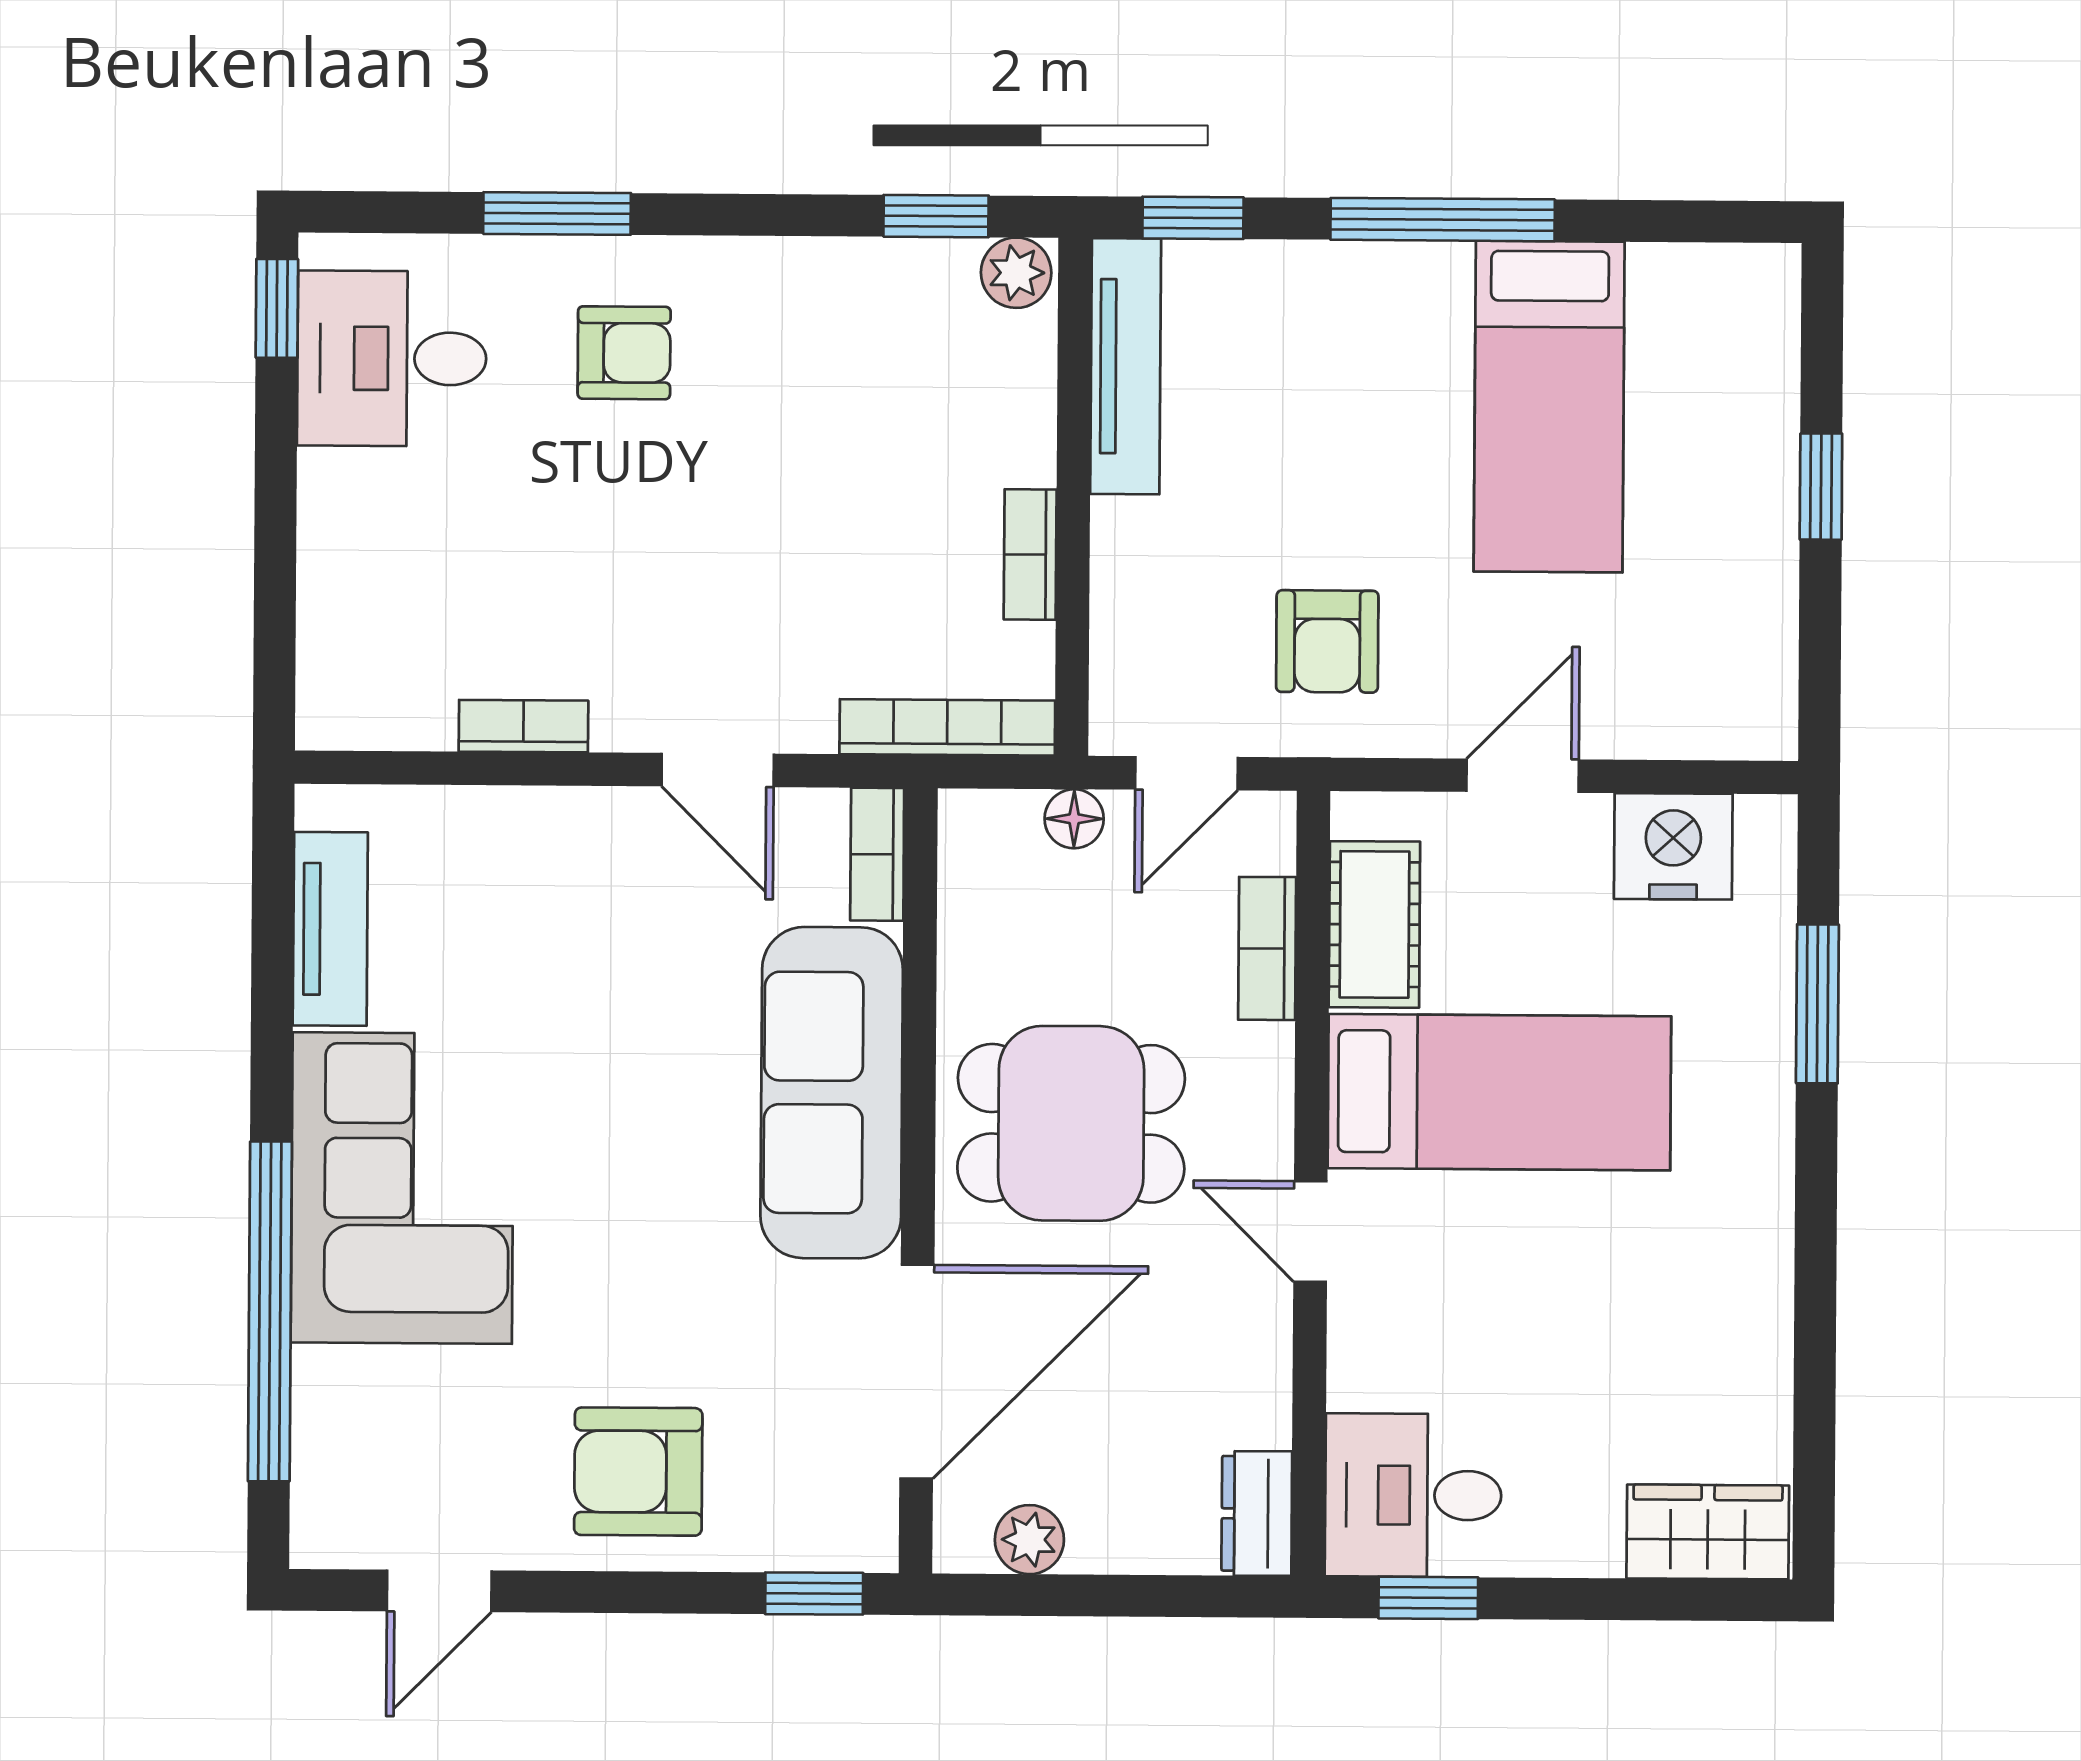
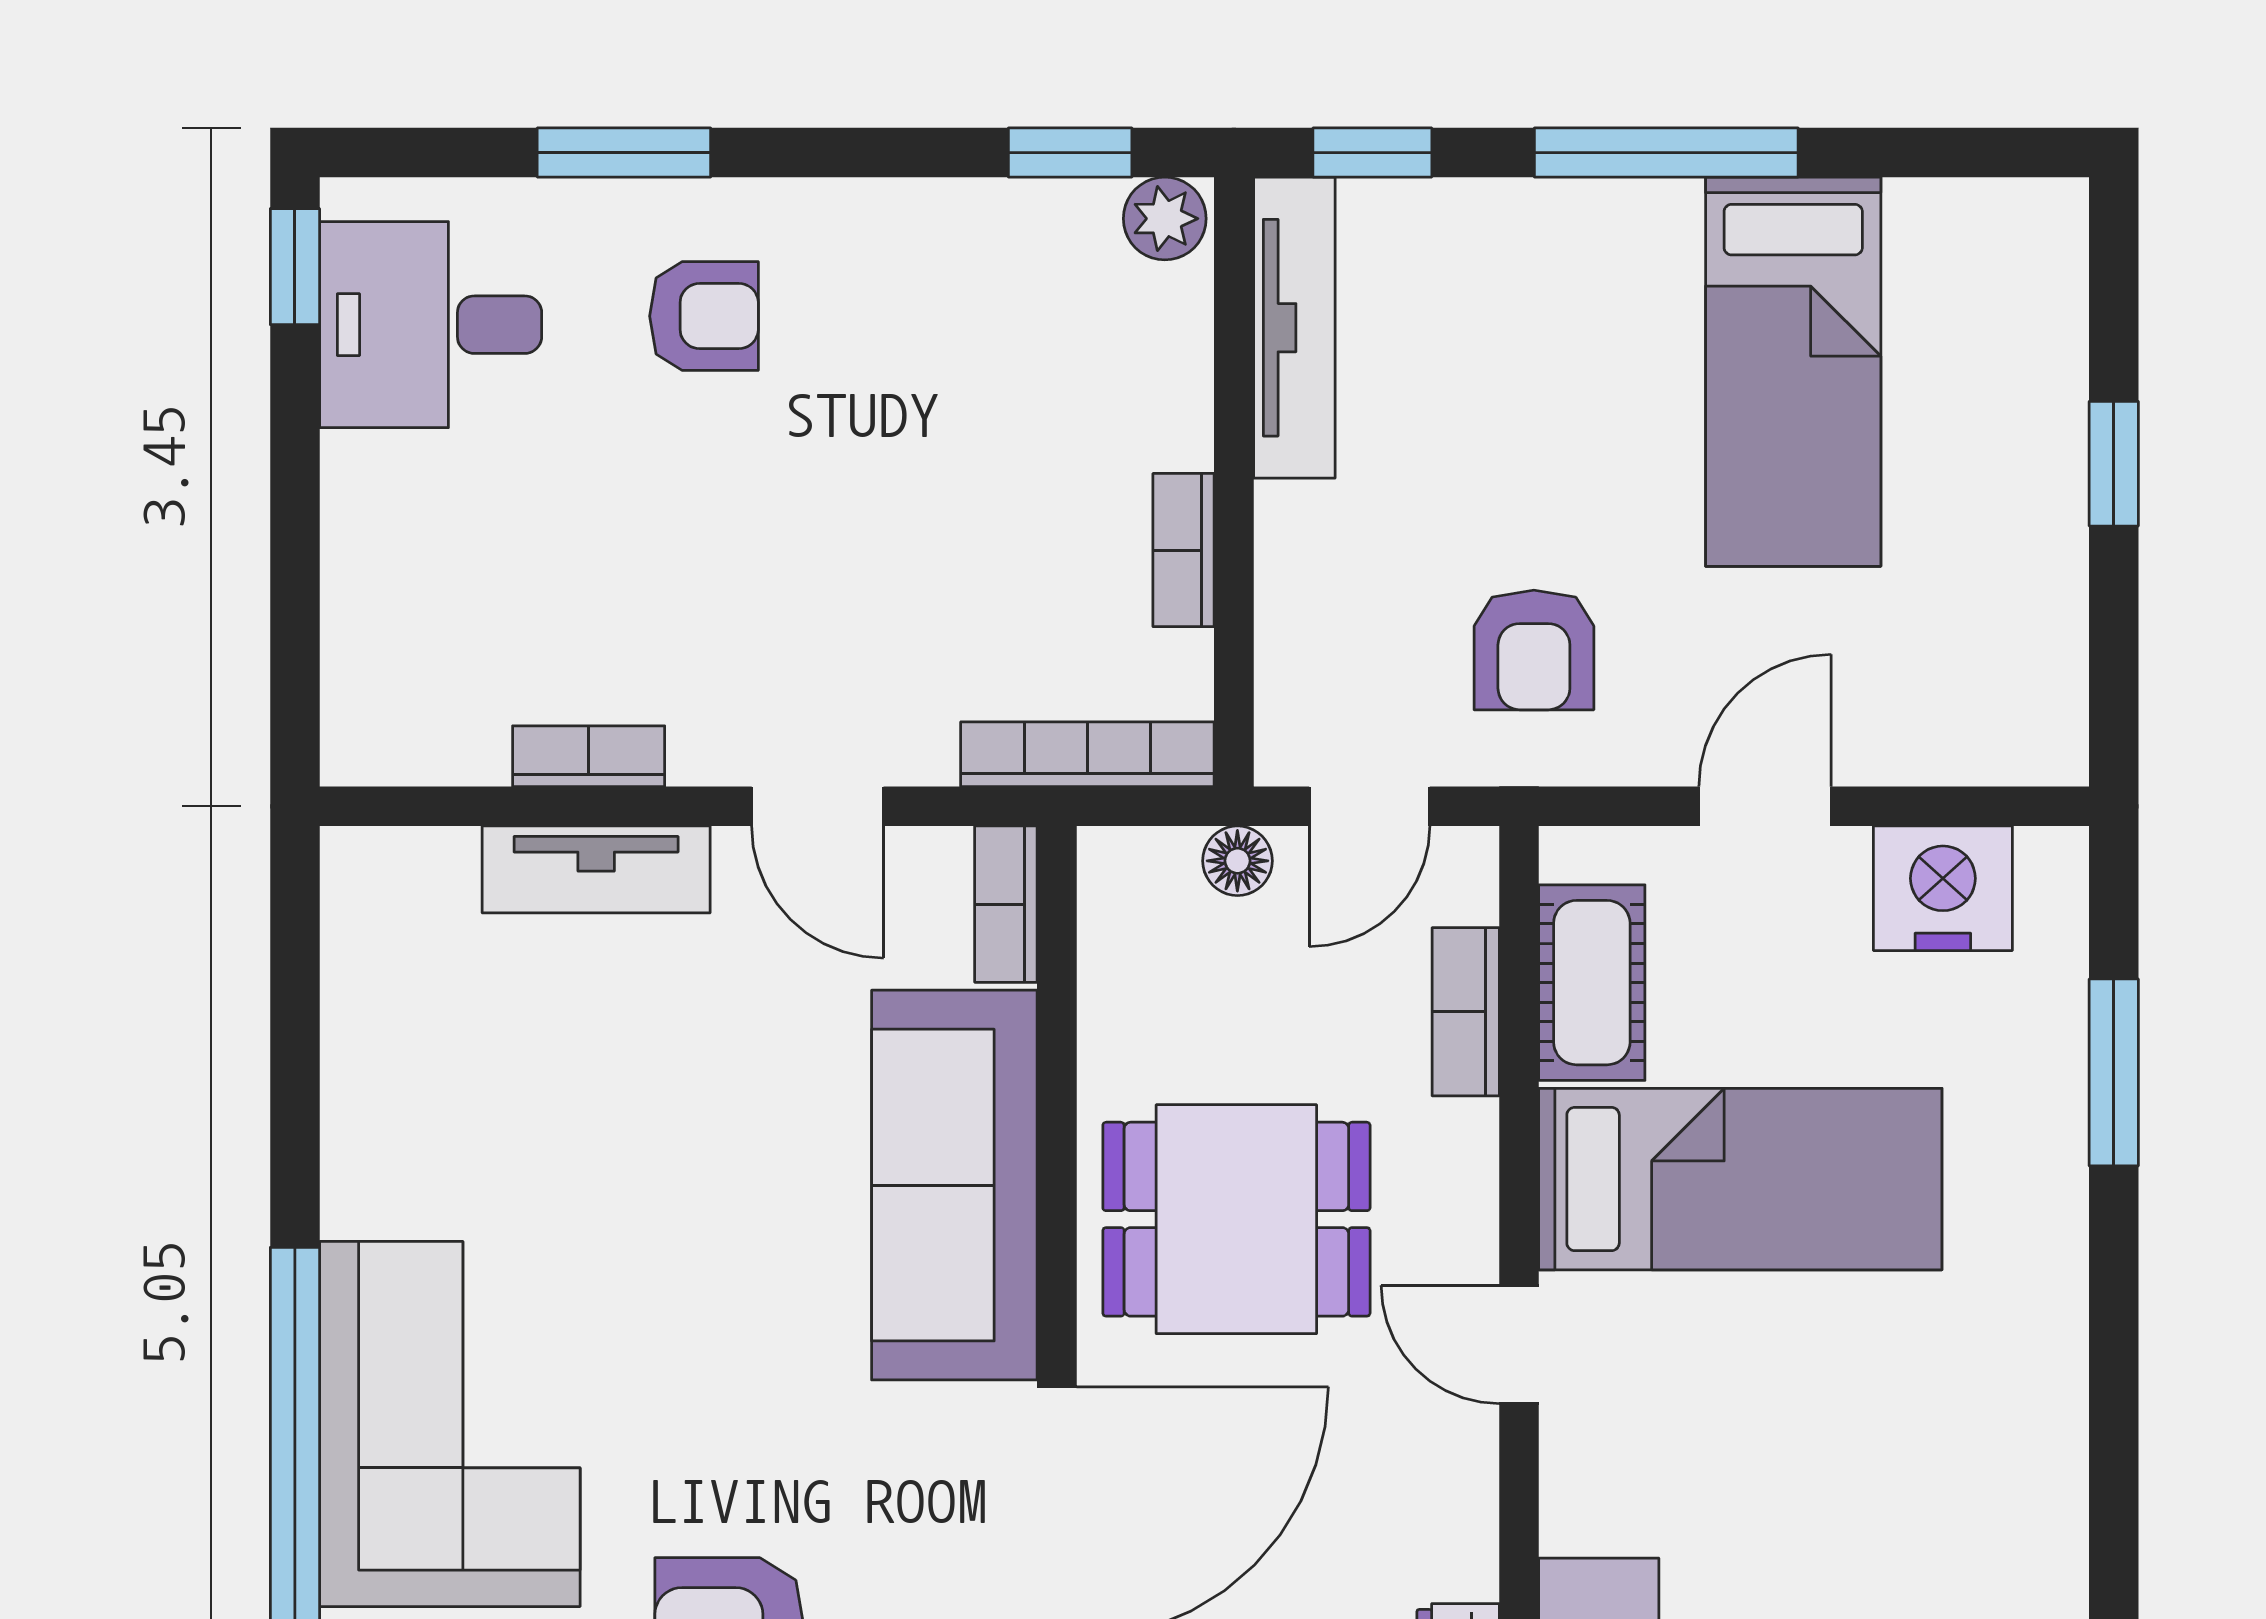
tv unit: (330, 929) -> (596, 869), moved, turned 90
corner sofa: (402, 1188) -> (450, 1424), moved

